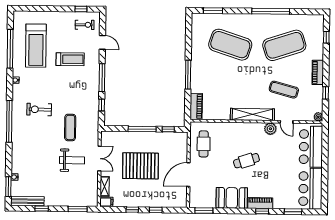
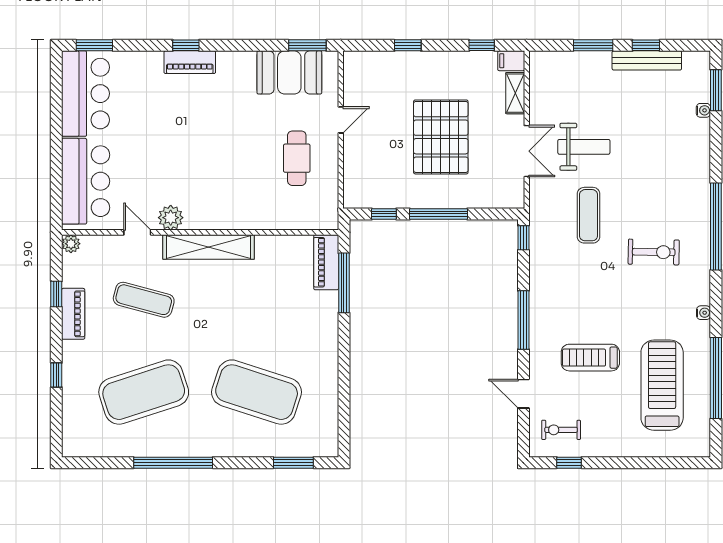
window: (326, 37) -> (56, 375), moved
piano: (318, 72) -> (73, 314), moved
window: (188, 75) -> (344, 283), moved
window: (102, 105) -> (523, 238), moved
cafe table: (204, 144) -> (297, 158), moved
double door: (99, 159) -> (527, 151), swing flipped
weight bench: (72, 160) -> (584, 147), turned 180
cafe table: (246, 161) -> (220, 150), removed
pallet: (140, 166) -> (441, 137), turned 90
door: (188, 175) -> (341, 120), width x0.53
booth: (232, 198) -> (289, 72), moved
bench: (27, 201) -> (647, 60), moved
window: (78, 209) -> (593, 45), moved
window: (132, 210) -> (482, 45), moved
window: (293, 212) -> (94, 45), moved

